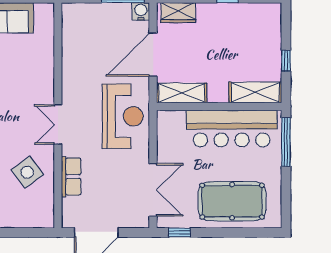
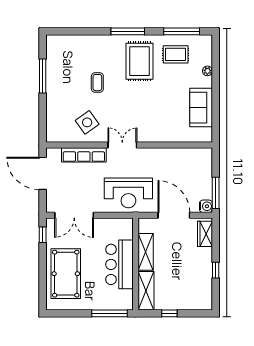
shelving: (182, 93) -> (146, 252), moved
bar counter: (232, 128) -> (119, 264), width x0.73
row of seats: (71, 177) -> (84, 155), width x1.48

